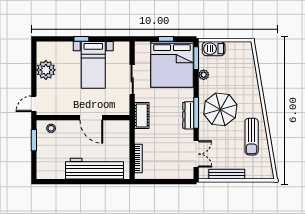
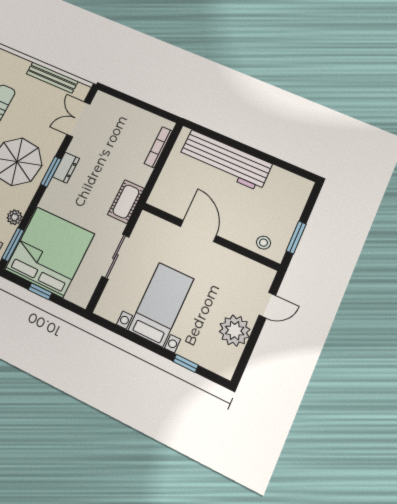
window: (81, 39) -> (186, 363), moved
door: (34, 104) -> (267, 305), moved
window: (196, 113) -> (51, 172), width x0.69
dresser: (188, 115) -> (66, 168), width x0.70

